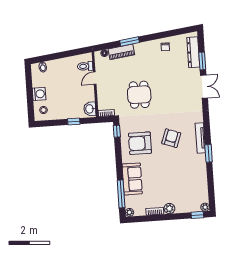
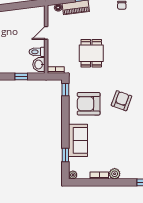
toilet: (85, 66) -> (37, 52), moved
window: (121, 194) -> (65, 155), width x0.46

